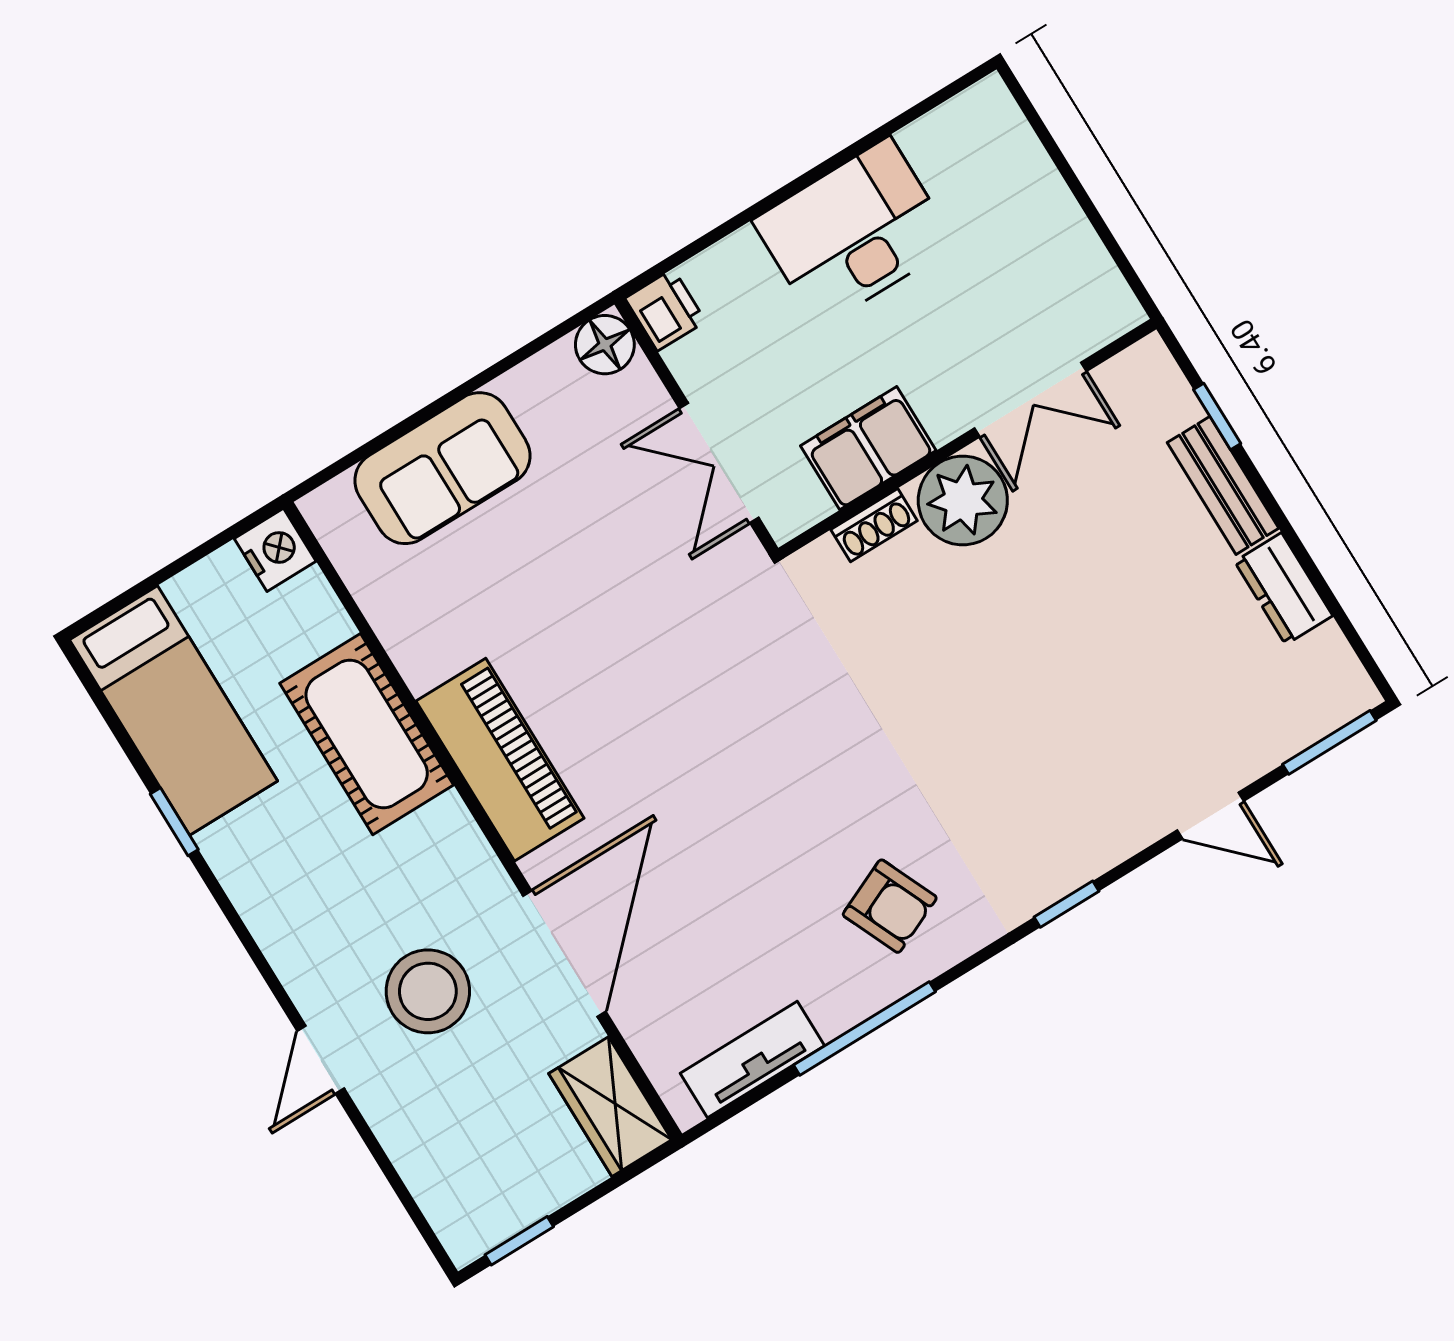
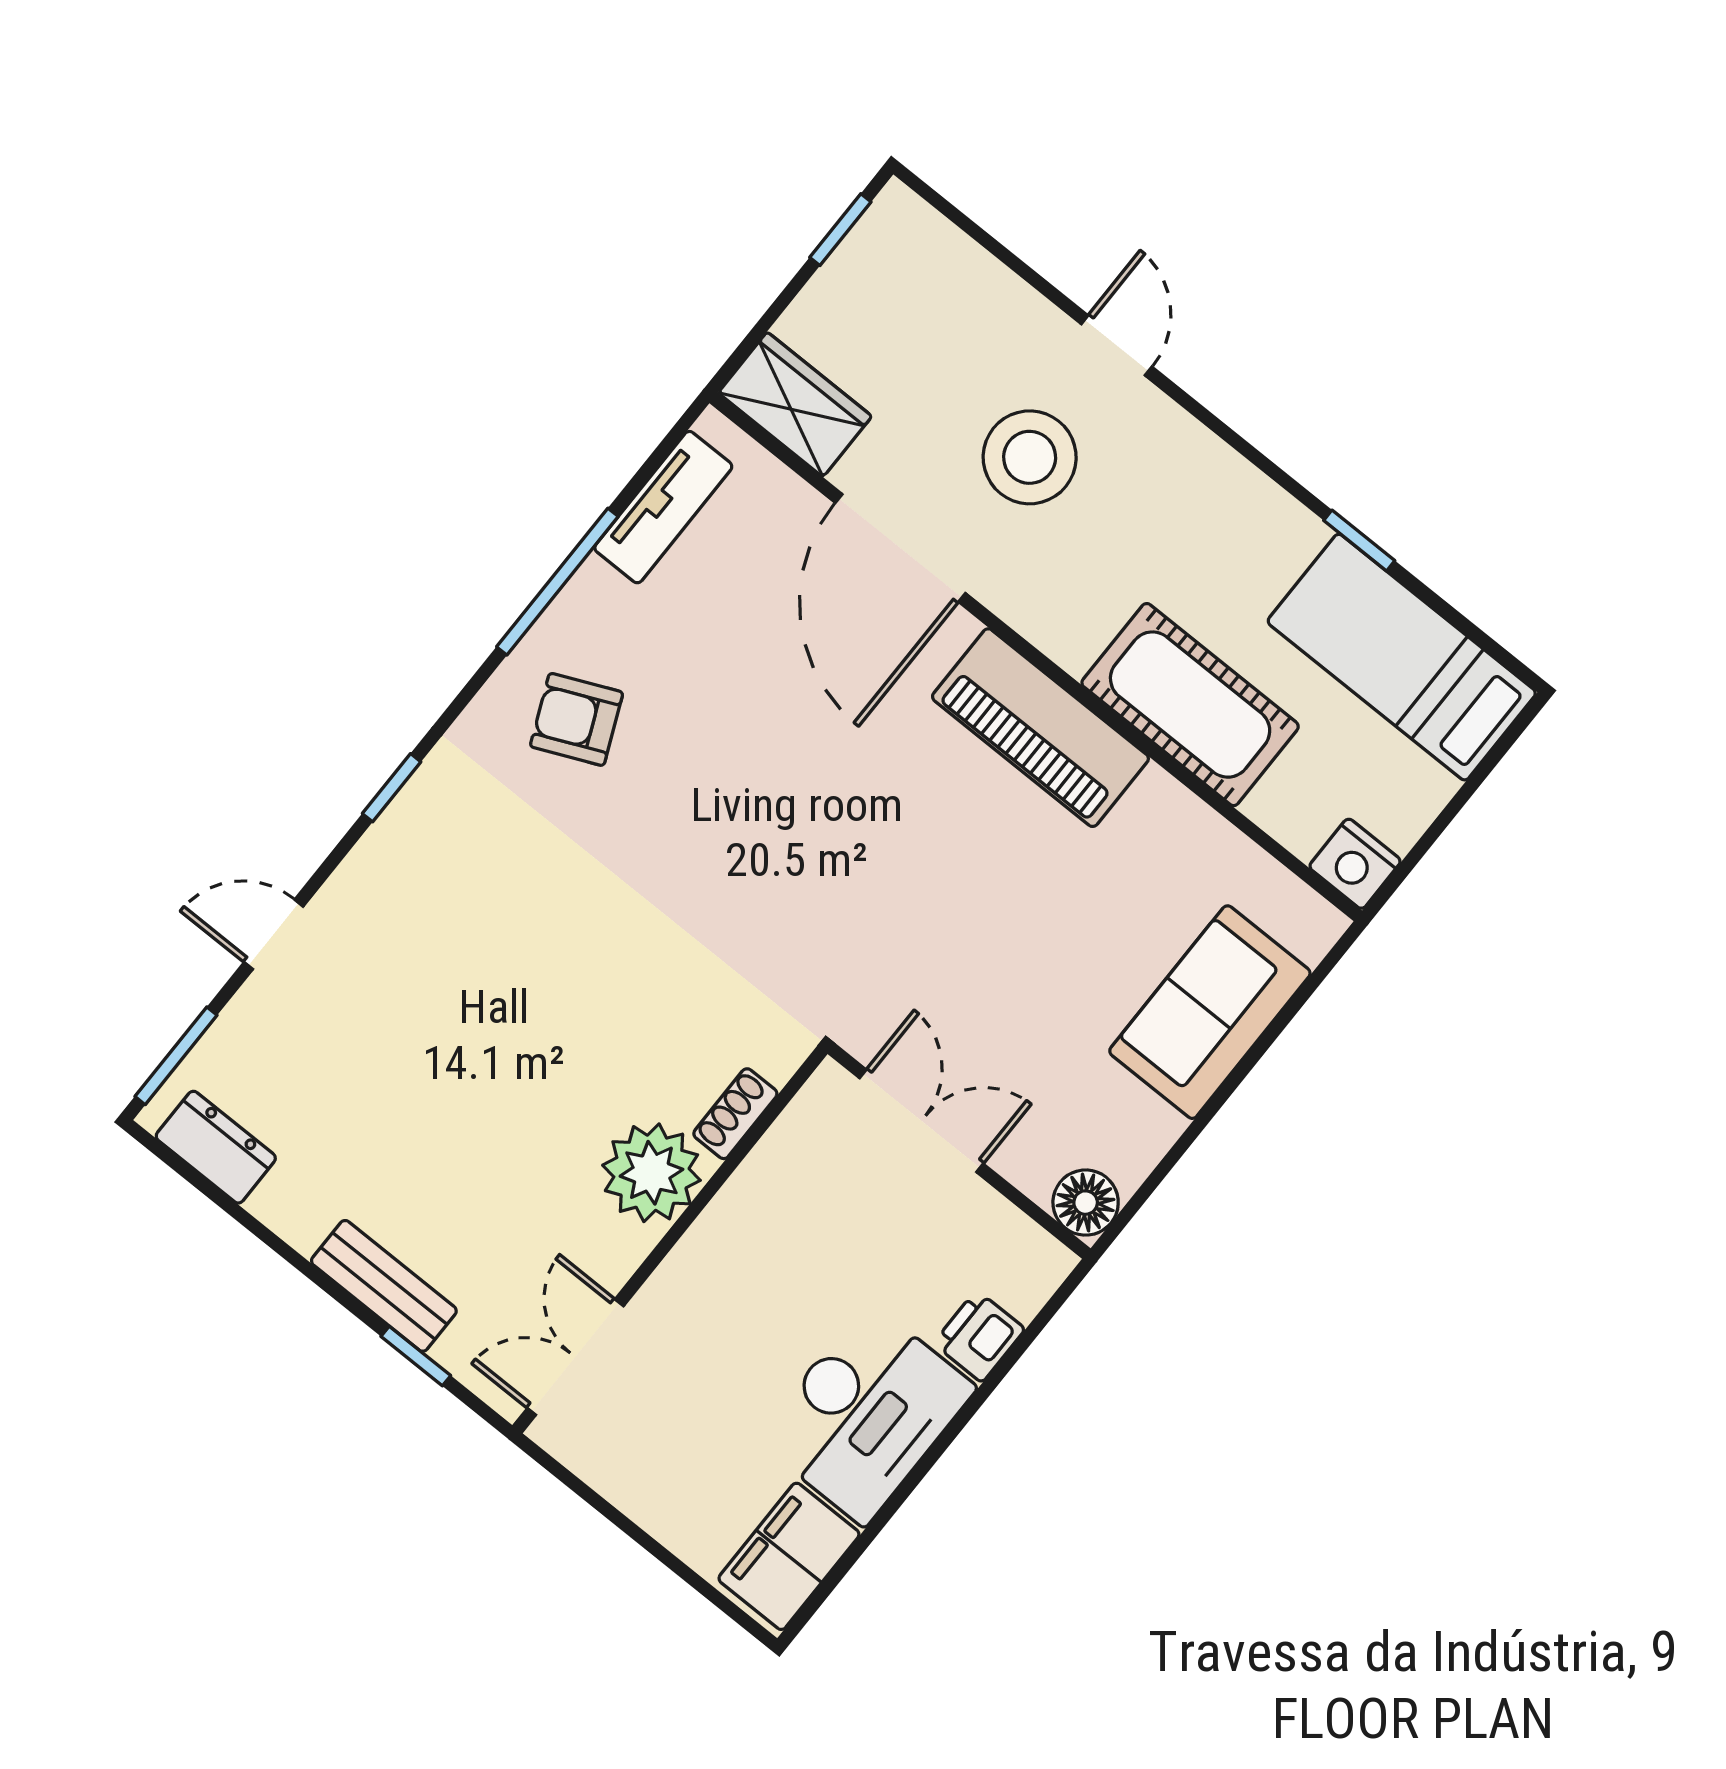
printer: (665, 310) -> (979, 1336), moved, turned 90
double door: (1030, 400) -> (575, 1357), moved
filing cabinet: (868, 448) -> (789, 1556), moved, turned 180
dresser: (1284, 589) -> (216, 1147), moved

